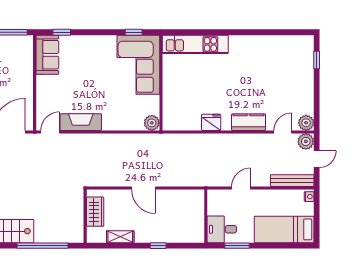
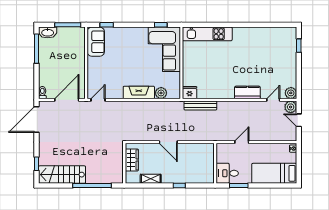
fireplace: (81, 122) -> (139, 92), moved
fridge: (211, 122) -> (190, 93), moved
plant: (152, 123) -> (161, 93), moved
door: (317, 159) -> (299, 120), swing flipped
bench: (292, 181) -> (200, 105), moved

